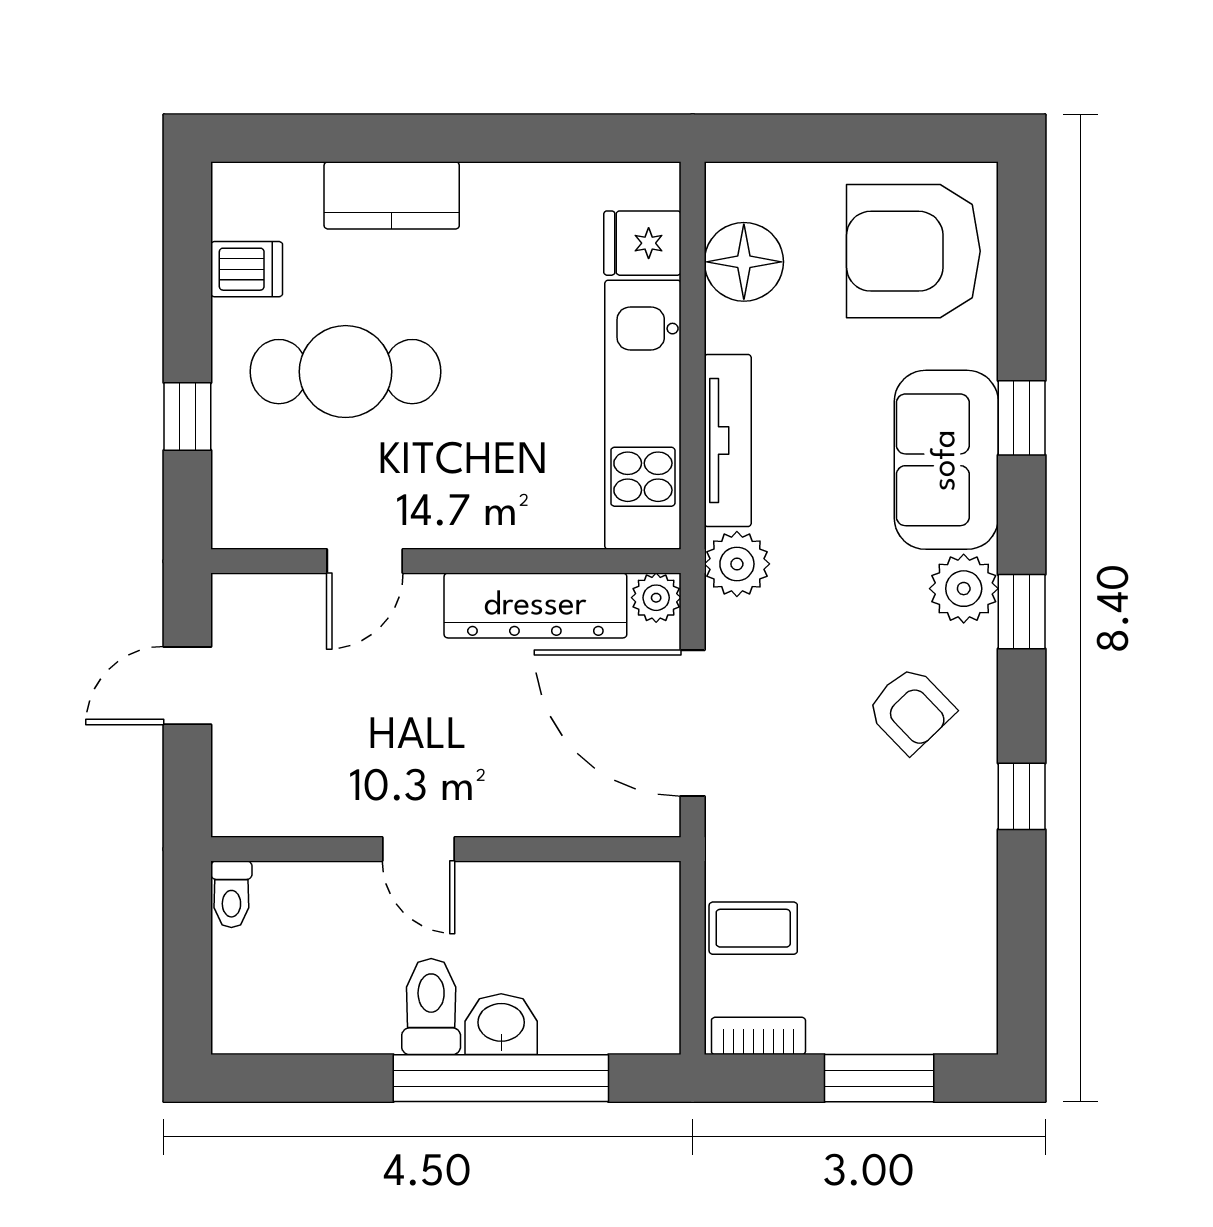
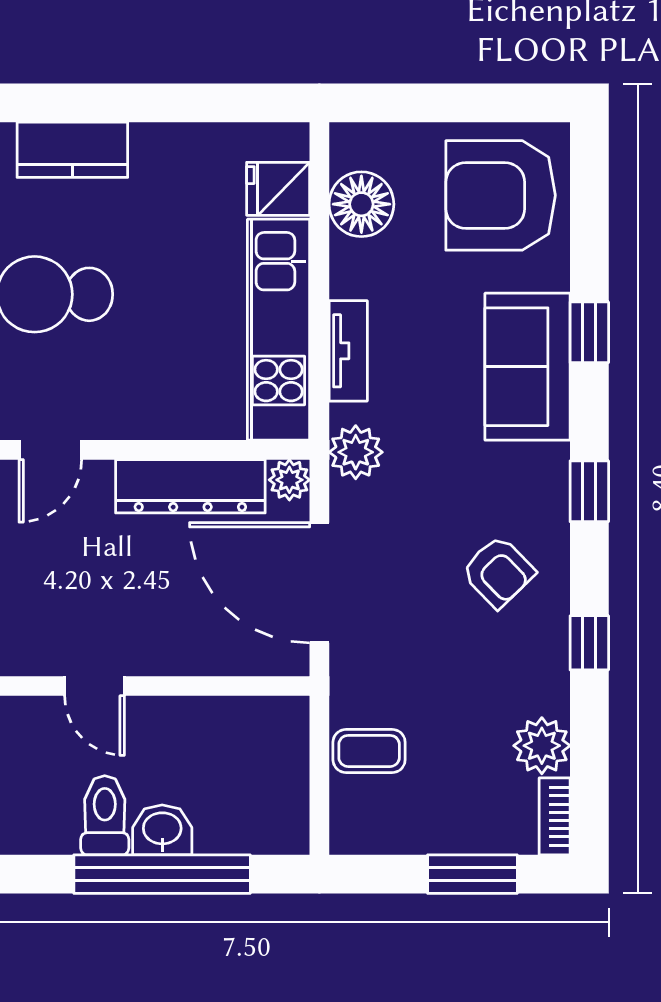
tv unit: (728, 441) -> (348, 351), width x0.71
plant: (964, 589) -> (542, 746), moved
bookcase: (758, 1036) -> (555, 816), moved, turned -90

